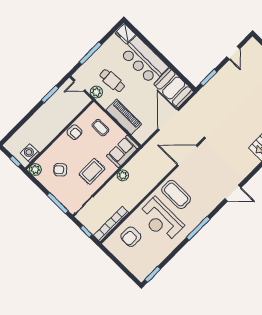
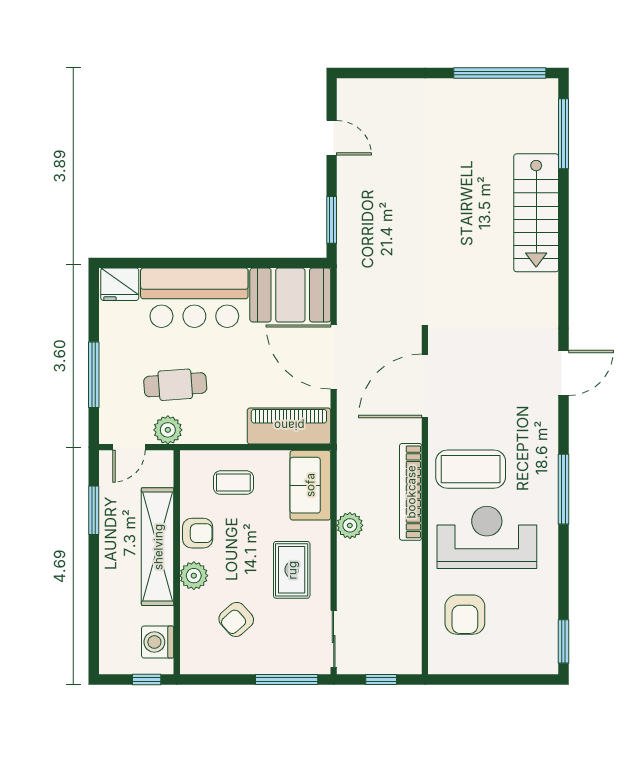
piano: (124, 117) -> (289, 426), moved
shelving: (58, 124) -> (158, 547), added
plant: (35, 170) -> (194, 576), moved
reception desk: (161, 220) -> (487, 537), turned 180
bookcase: (111, 224) -> (411, 492), moved

